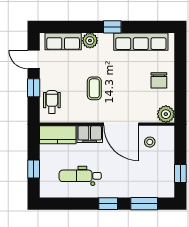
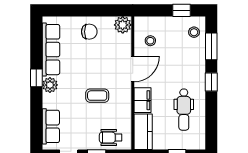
plant: (90, 41) -> (50, 85), moved
door: (121, 124) -> (133, 69), width x0.73
stool: (158, 186) -> (194, 32), added

